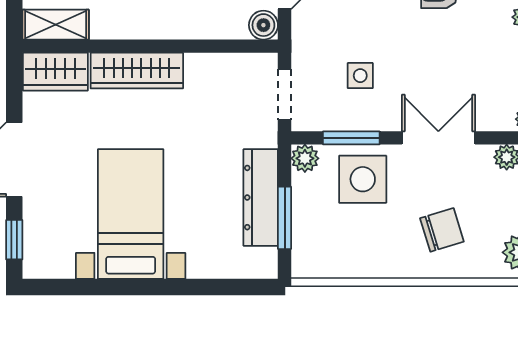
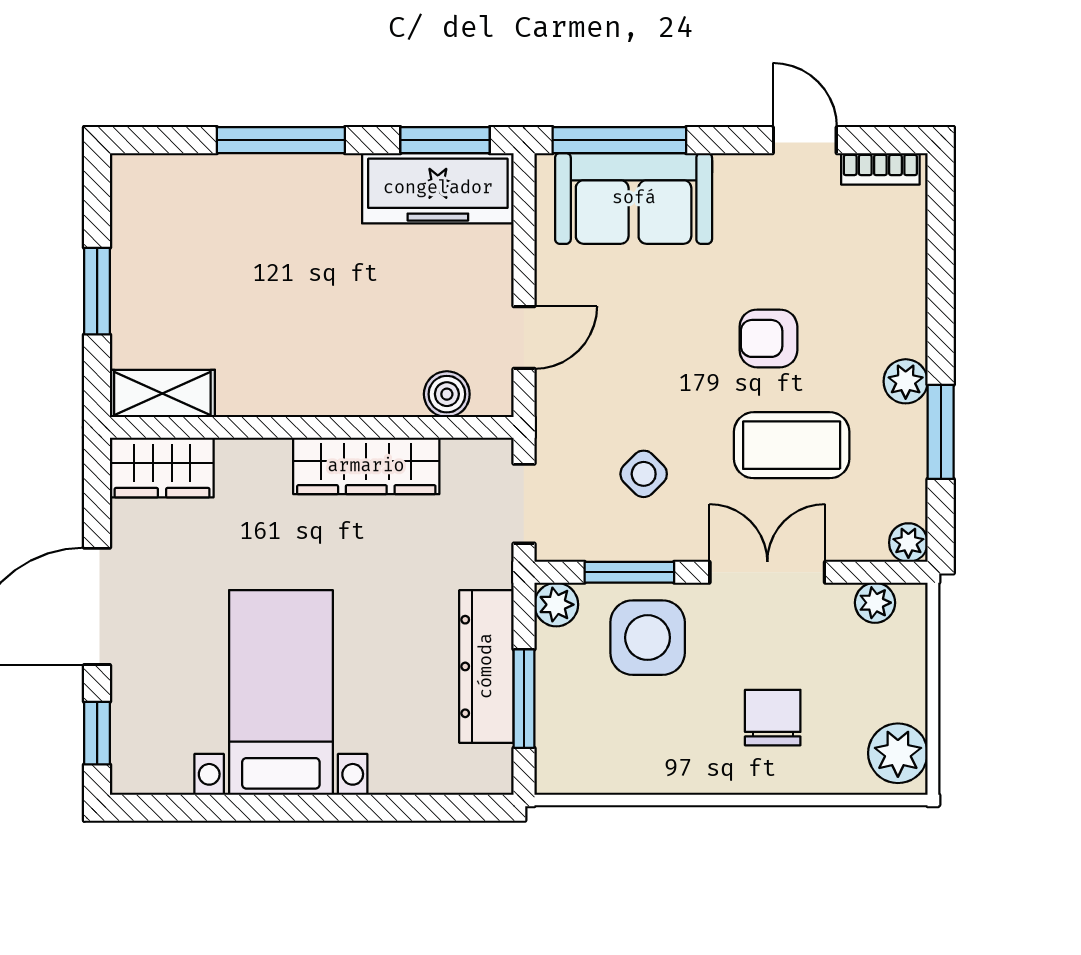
boiler: (263, 25) -> (447, 394), moved
coffee table: (454, 57) -> (792, 445), added
wardrobe: (137, 71) -> (366, 466), moved
side table: (360, 76) -> (644, 474), turned 45
chair: (442, 230) -> (773, 718), turned -73

